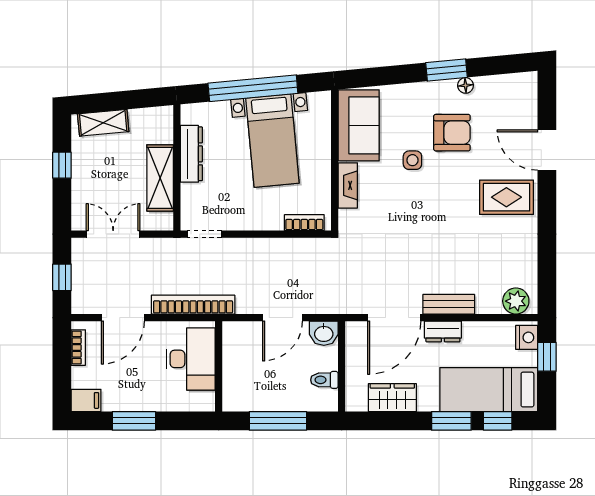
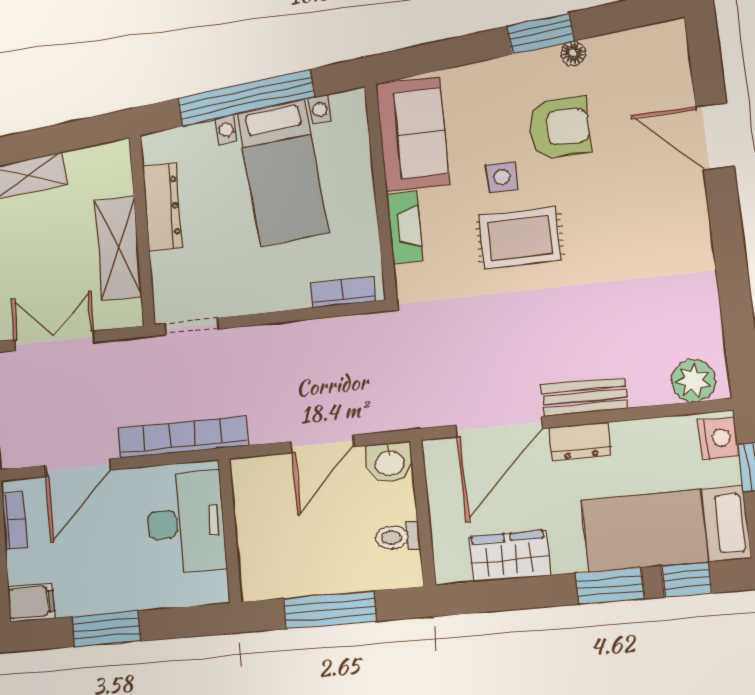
rug: (506, 197) -> (520, 238), moved

